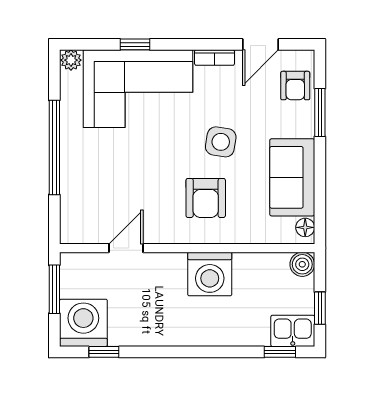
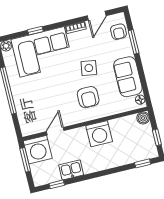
washing machine: (83, 323) -> (38, 150), moved, turned 180
kitchen sink: (293, 331) -> (71, 170), moved

